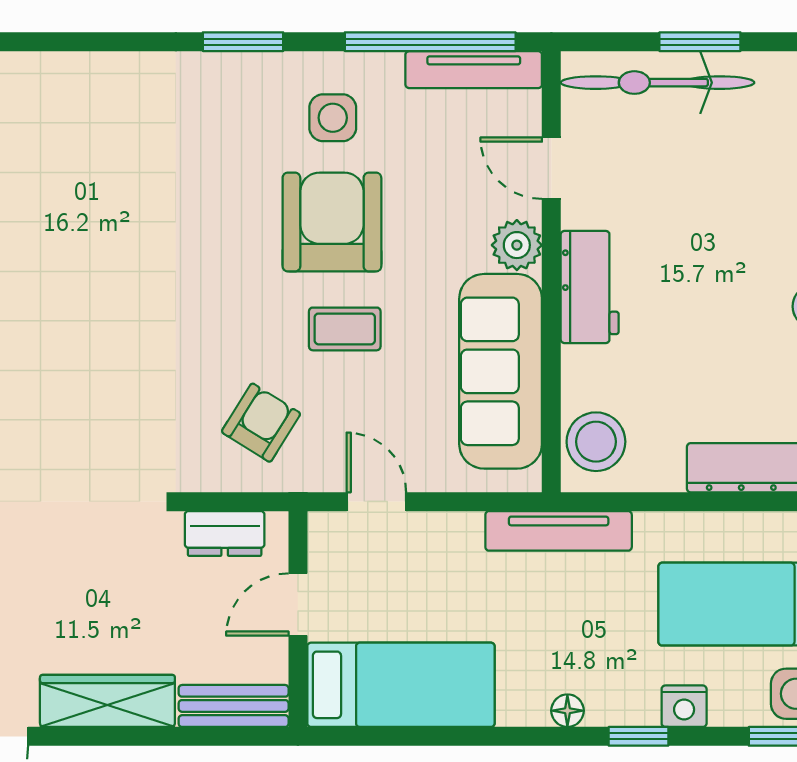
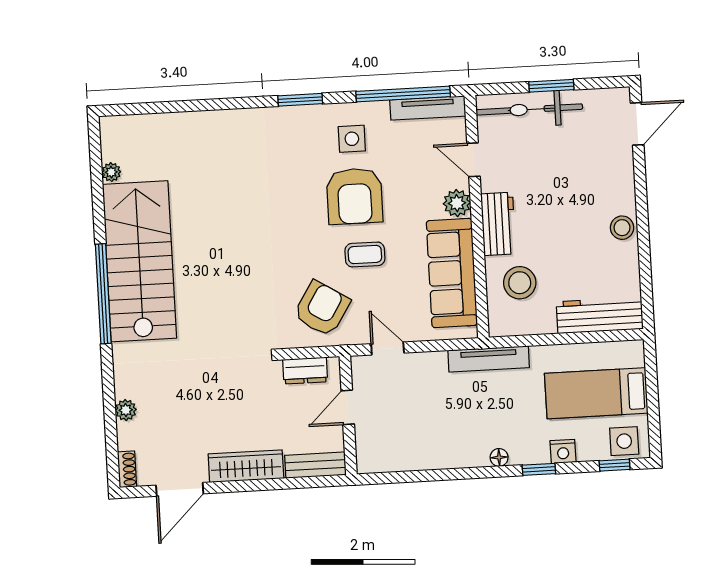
armchair: (332, 222) -> (355, 196), turned 180
armchair: (261, 423) -> (322, 309), width x1.38, depth x1.38
stool: (596, 442) -> (520, 283), moved
bed: (401, 685) -> (407, 448), removed

